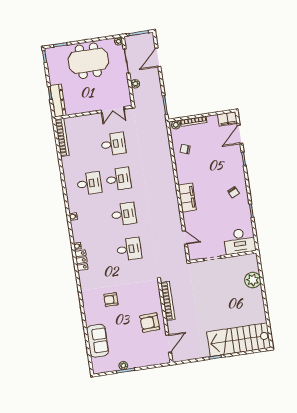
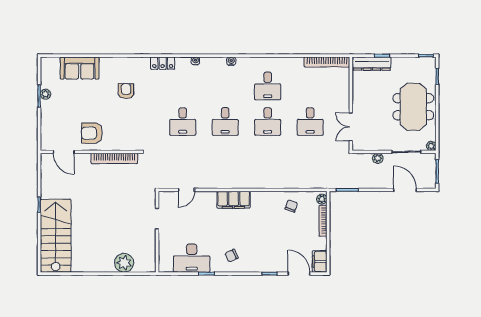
desk: (240, 241) -> (192, 258), moved, turned -90
locker: (81, 260) -> (163, 63), moved
armchair: (150, 323) -> (92, 133), turned -88

